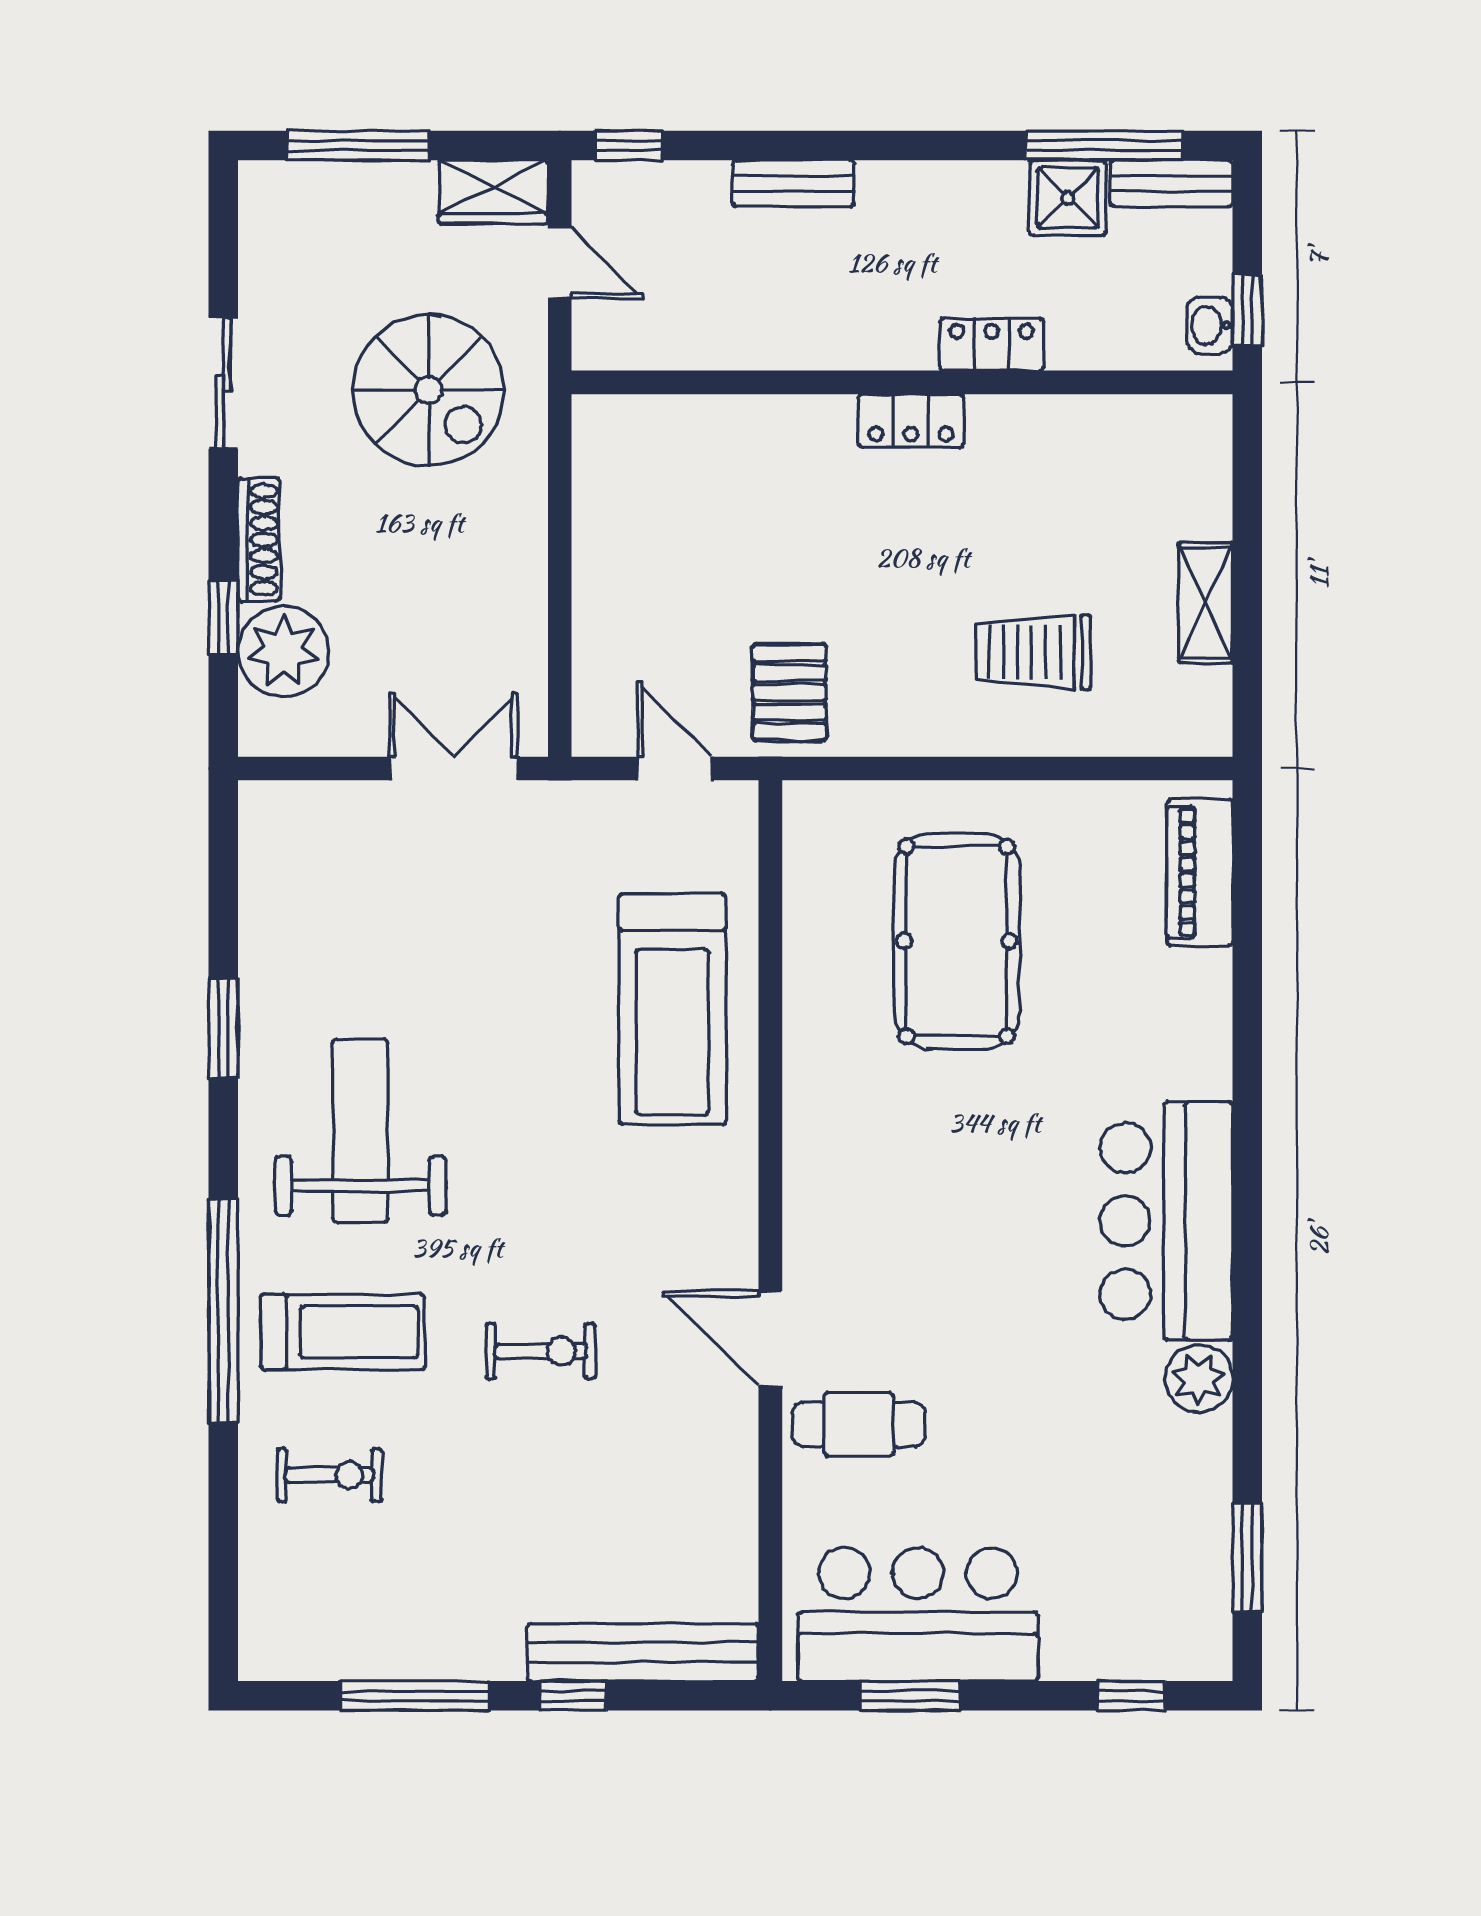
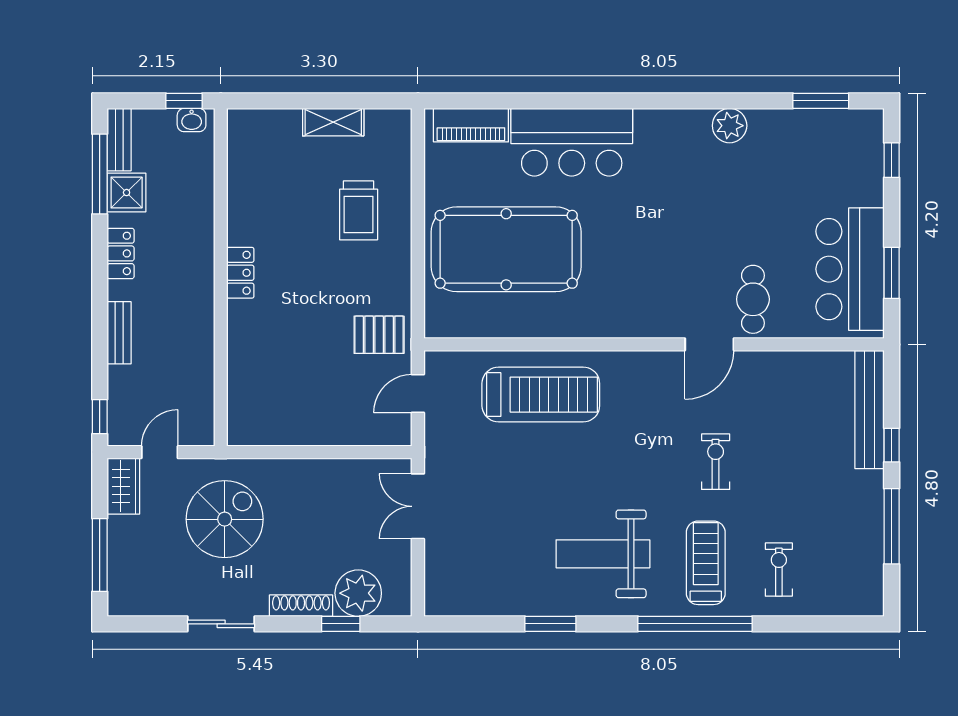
locker: (992, 344) -> (121, 253), moved, turned 180
pool table: (957, 941) -> (506, 249), width x1.36, depth x1.32
bar counter: (1166, 1221) -> (572, 142), moved

